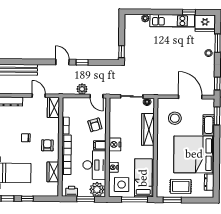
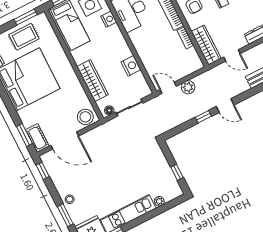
window: (122, 52) -> (177, 172), moved
wardrobe: (53, 107) -> (206, 45), width x1.50
stool: (175, 118) -> (85, 117), moved
armchair: (95, 125) -> (153, 55), removed
cot: (209, 125) -> (37, 138), moved
nightstand: (115, 144) -> (131, 66), moved
filing cabinet: (100, 145) -> (136, 36), removed

